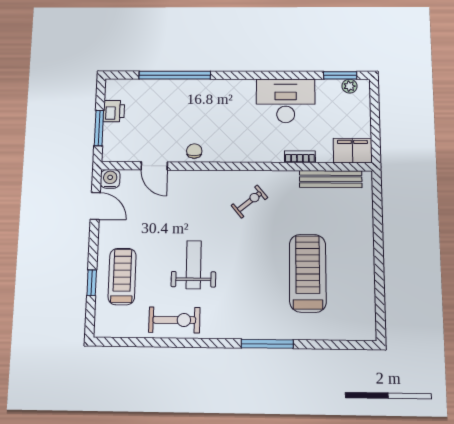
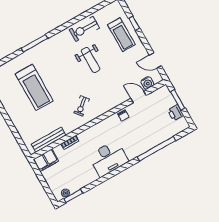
desk: (286, 101) -> (108, 158), moved
water cooler: (110, 179) -> (147, 83), moved

